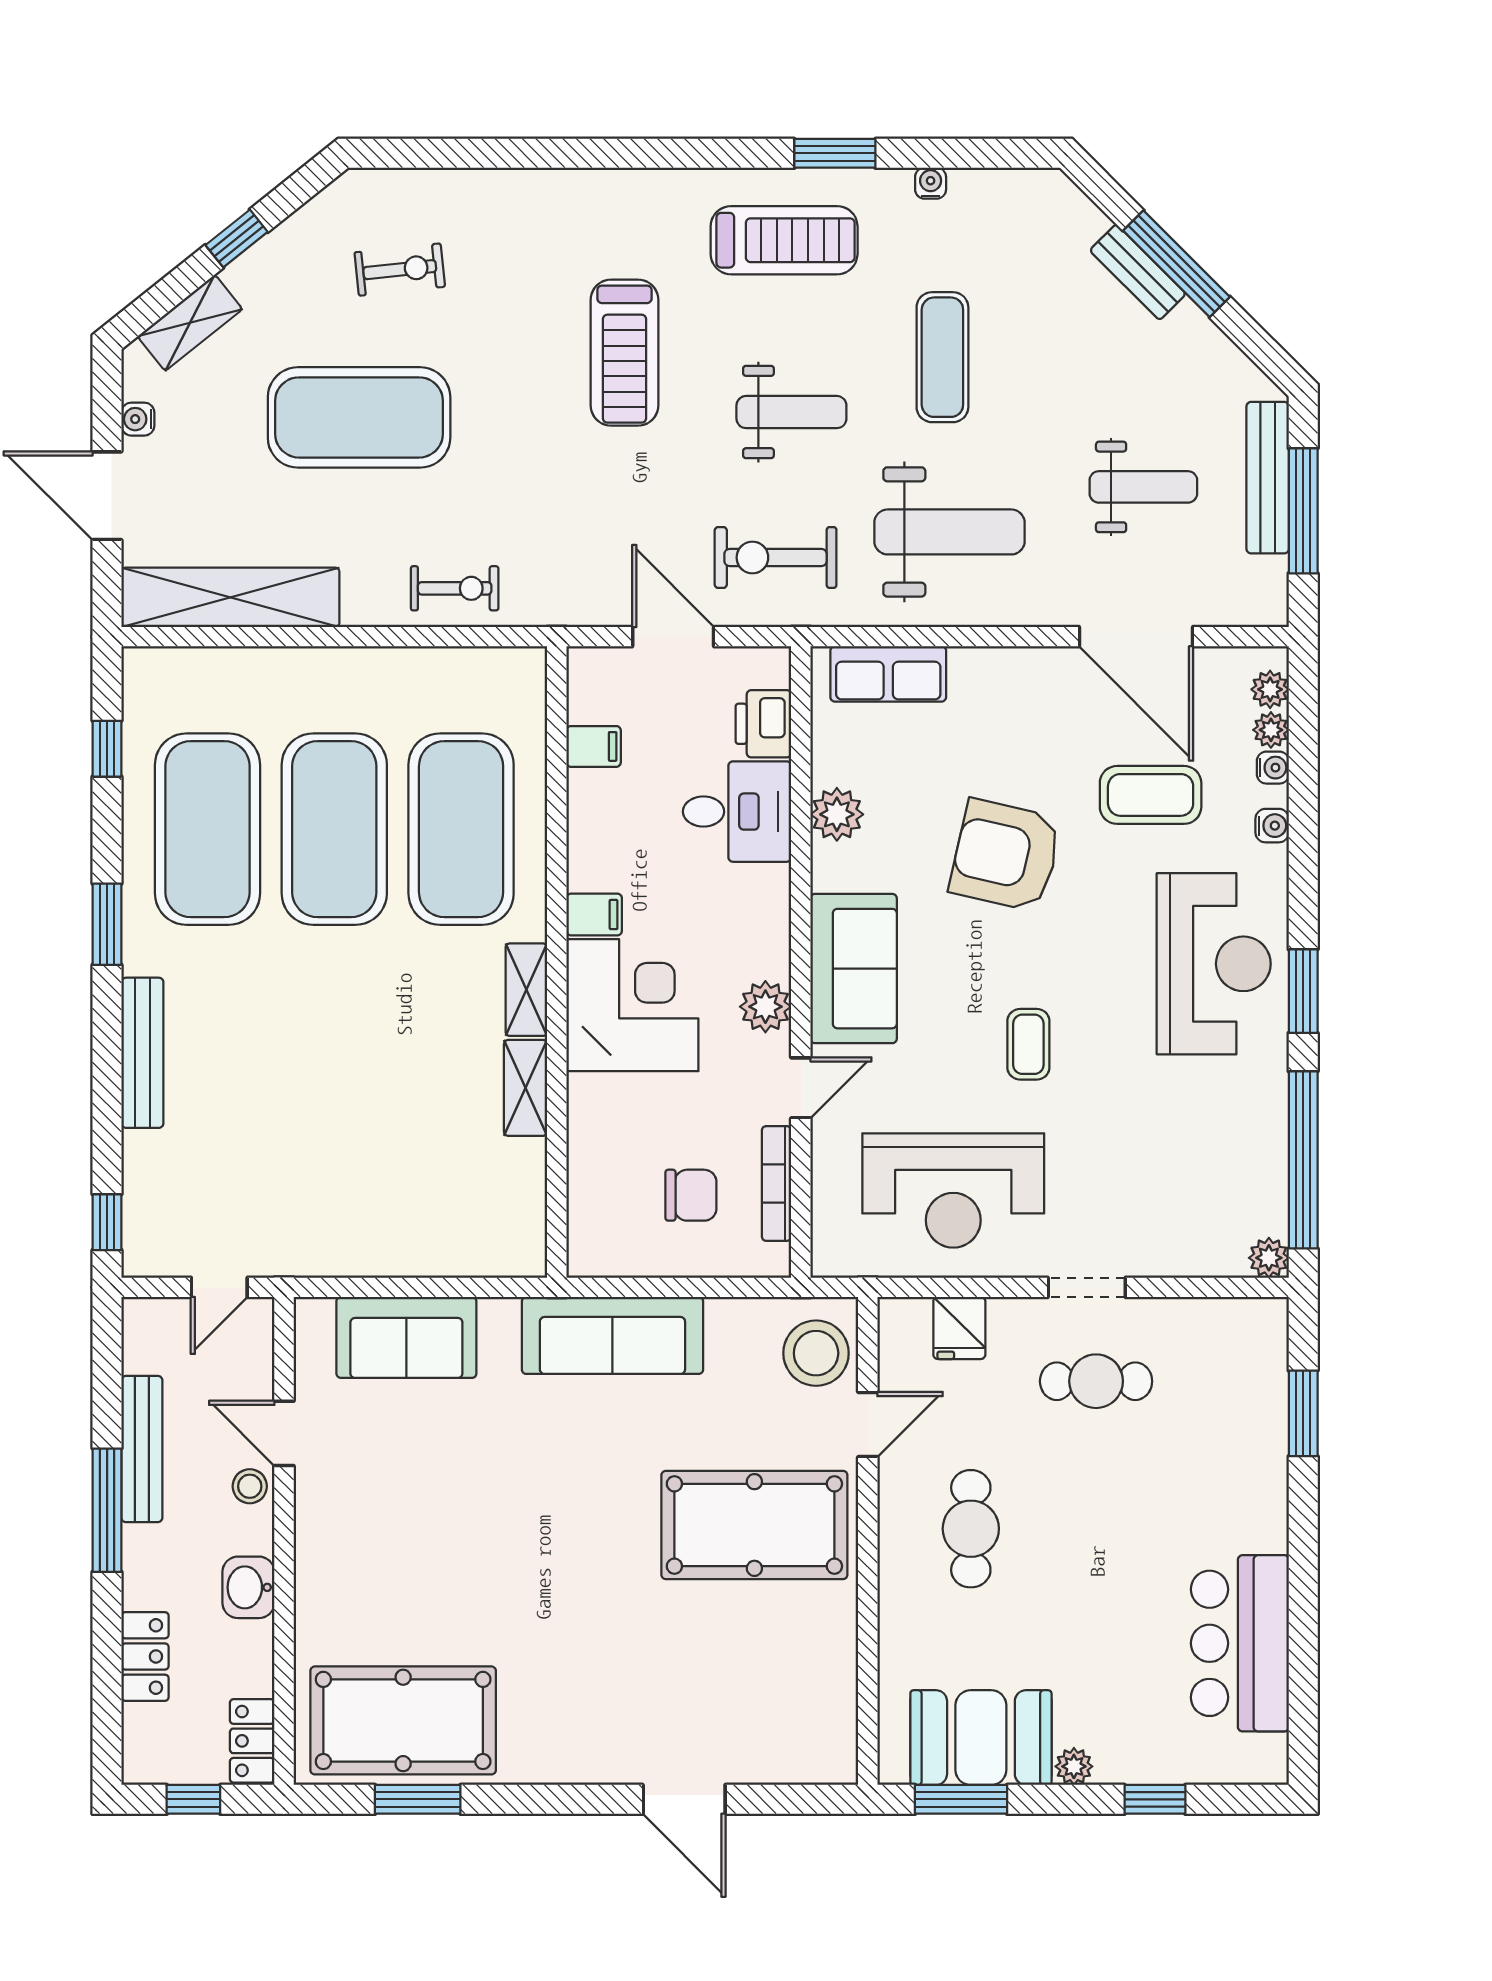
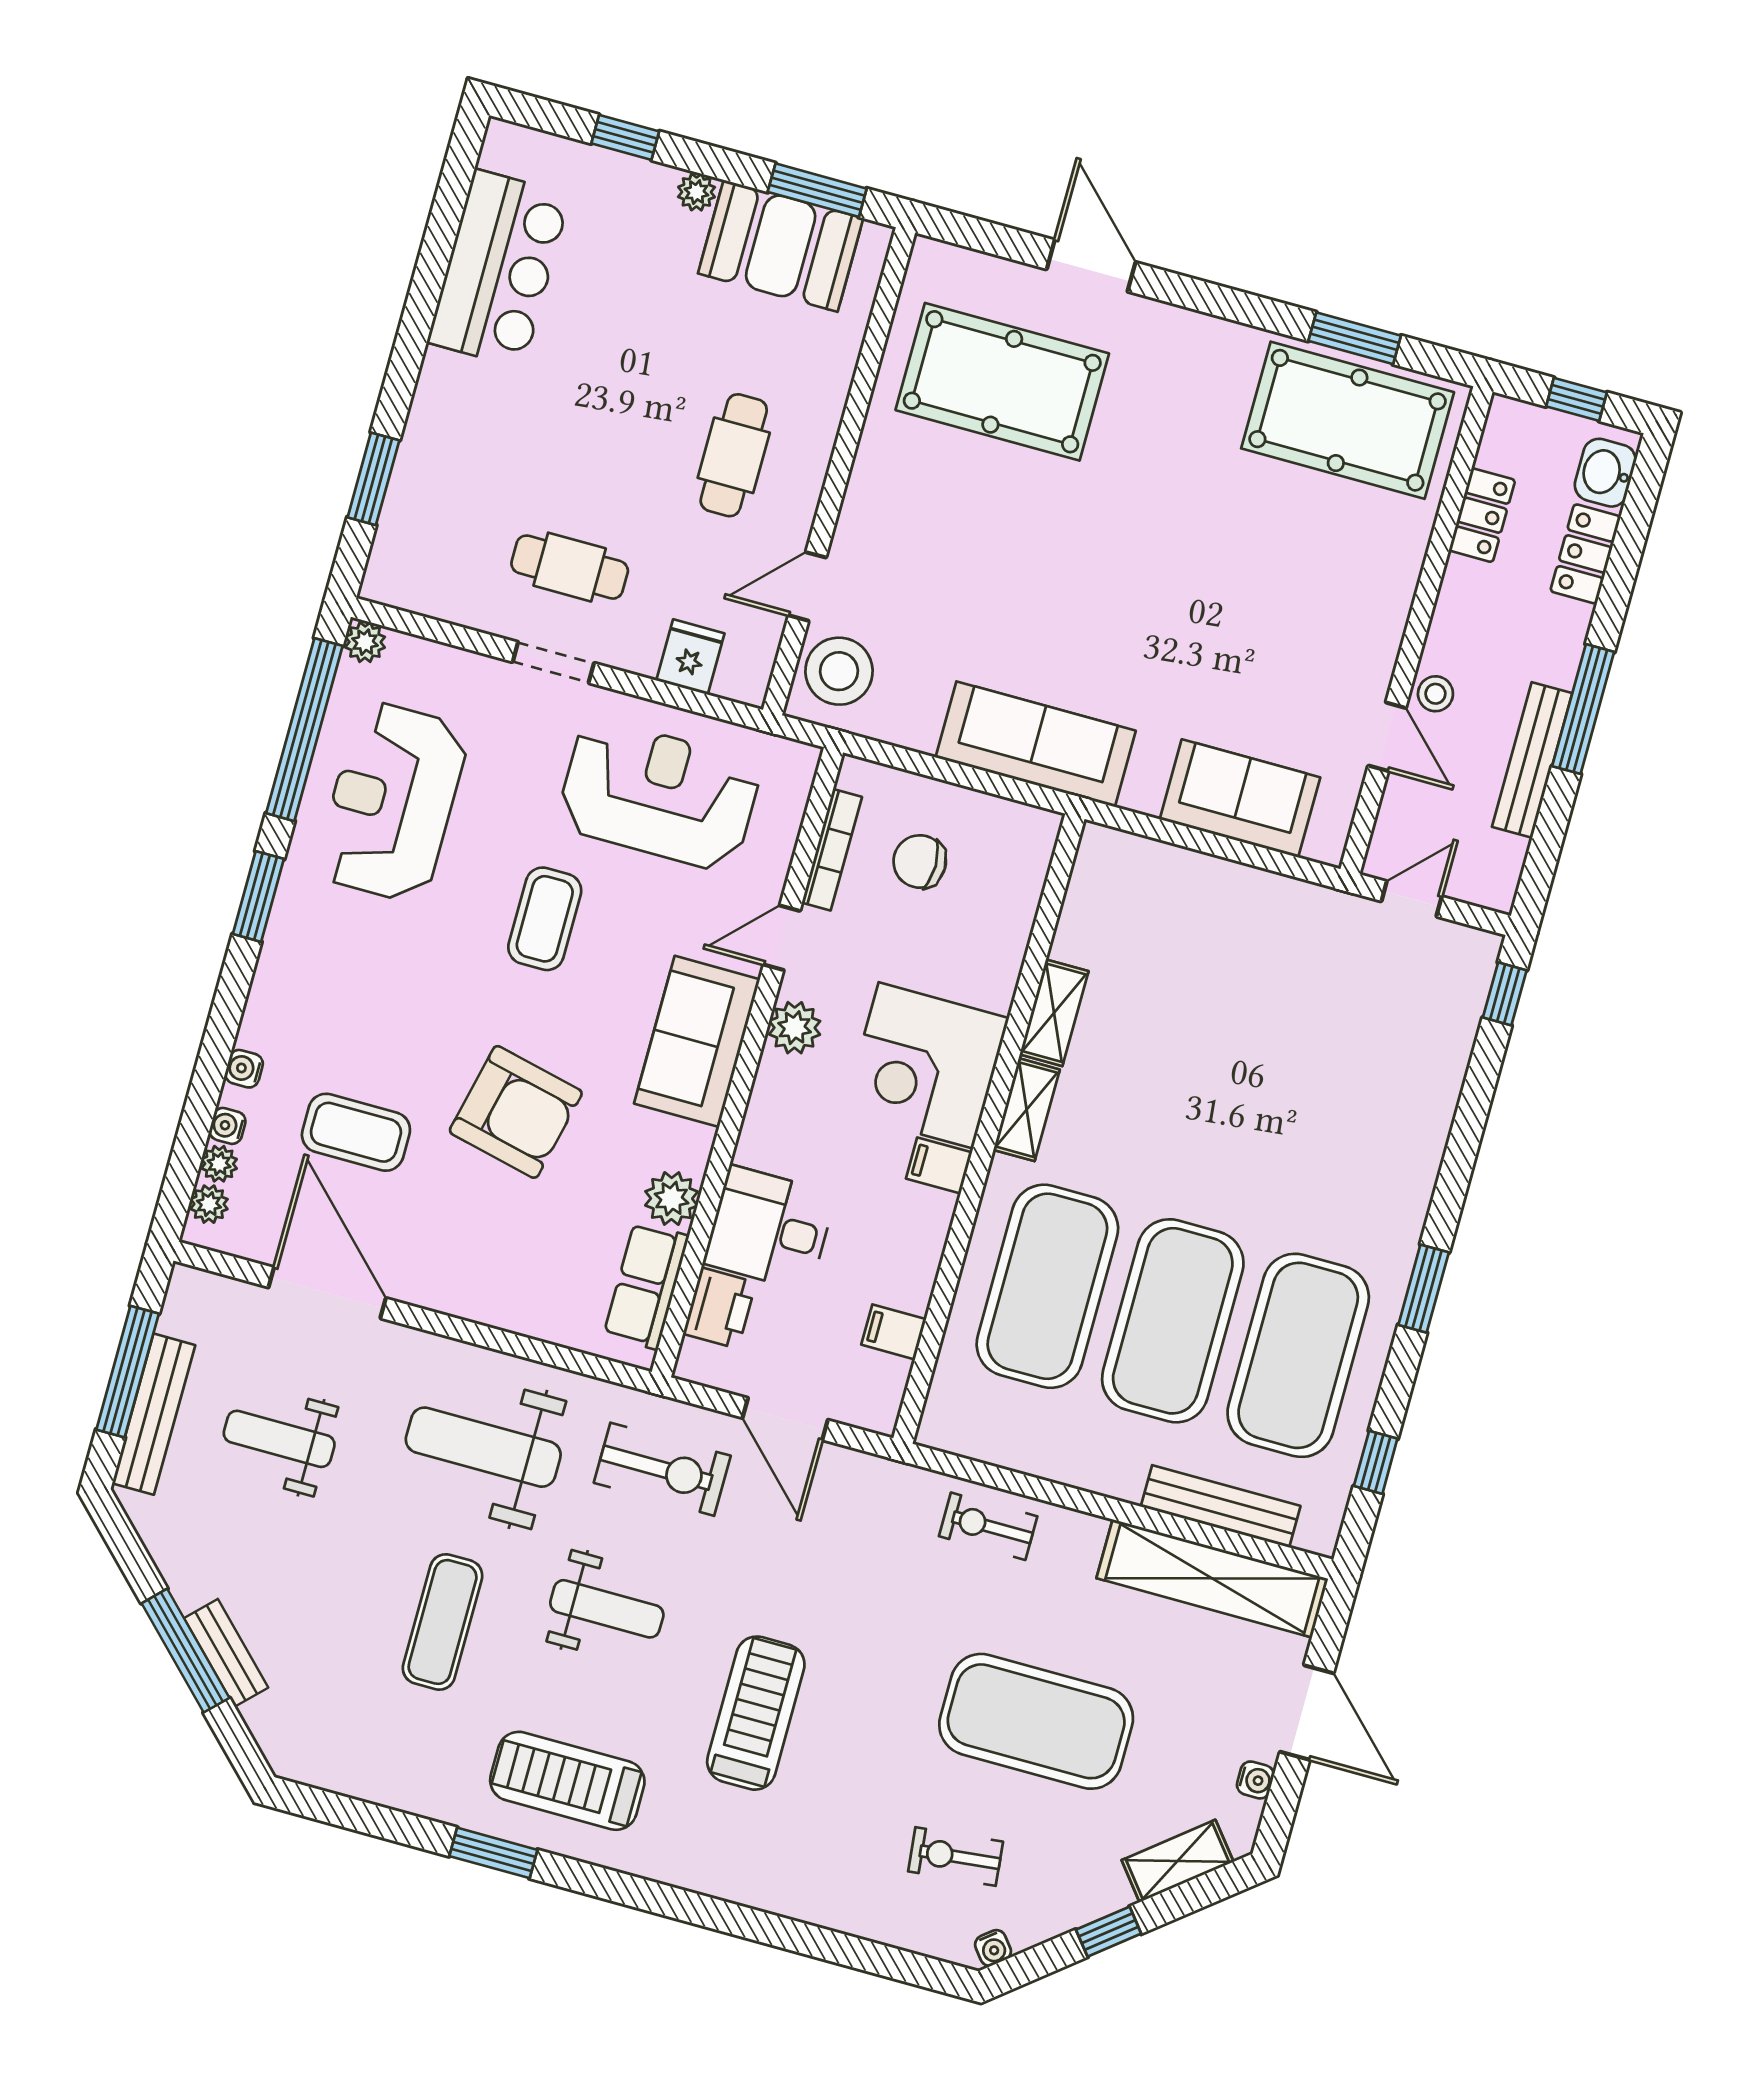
water cooler: (931, 183) -> (993, 1948), moved, turned -39
weight bench: (791, 412) -> (607, 1609), turned 180
row of seats: (888, 674) -> (646, 1285), moved, turned -90
reception desk: (1214, 964) -> (392, 802), moved
coffee table: (1028, 1044) -> (545, 919), width x1.36, depth x1.30
bench: (142, 1053) -> (1221, 1506), moved, turned 90
pool table: (754, 1525) -> (1002, 382), moved
washbasin: (248, 1587) -> (1605, 473), moved, turned 180
locker: (252, 1741) -> (1482, 515), moved

